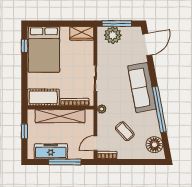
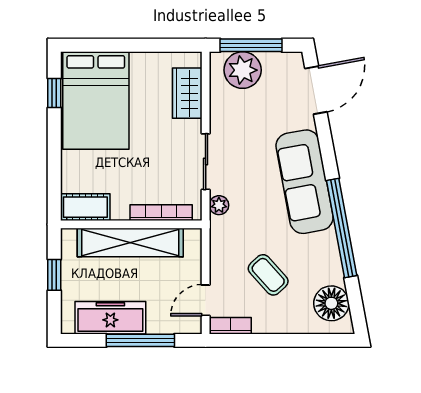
wardrobe: (82, 33) -> (187, 93), moved, turned 90
cot: (43, 97) -> (85, 207), width x0.73, depth x0.75
plant: (102, 109) -> (219, 205), moved

